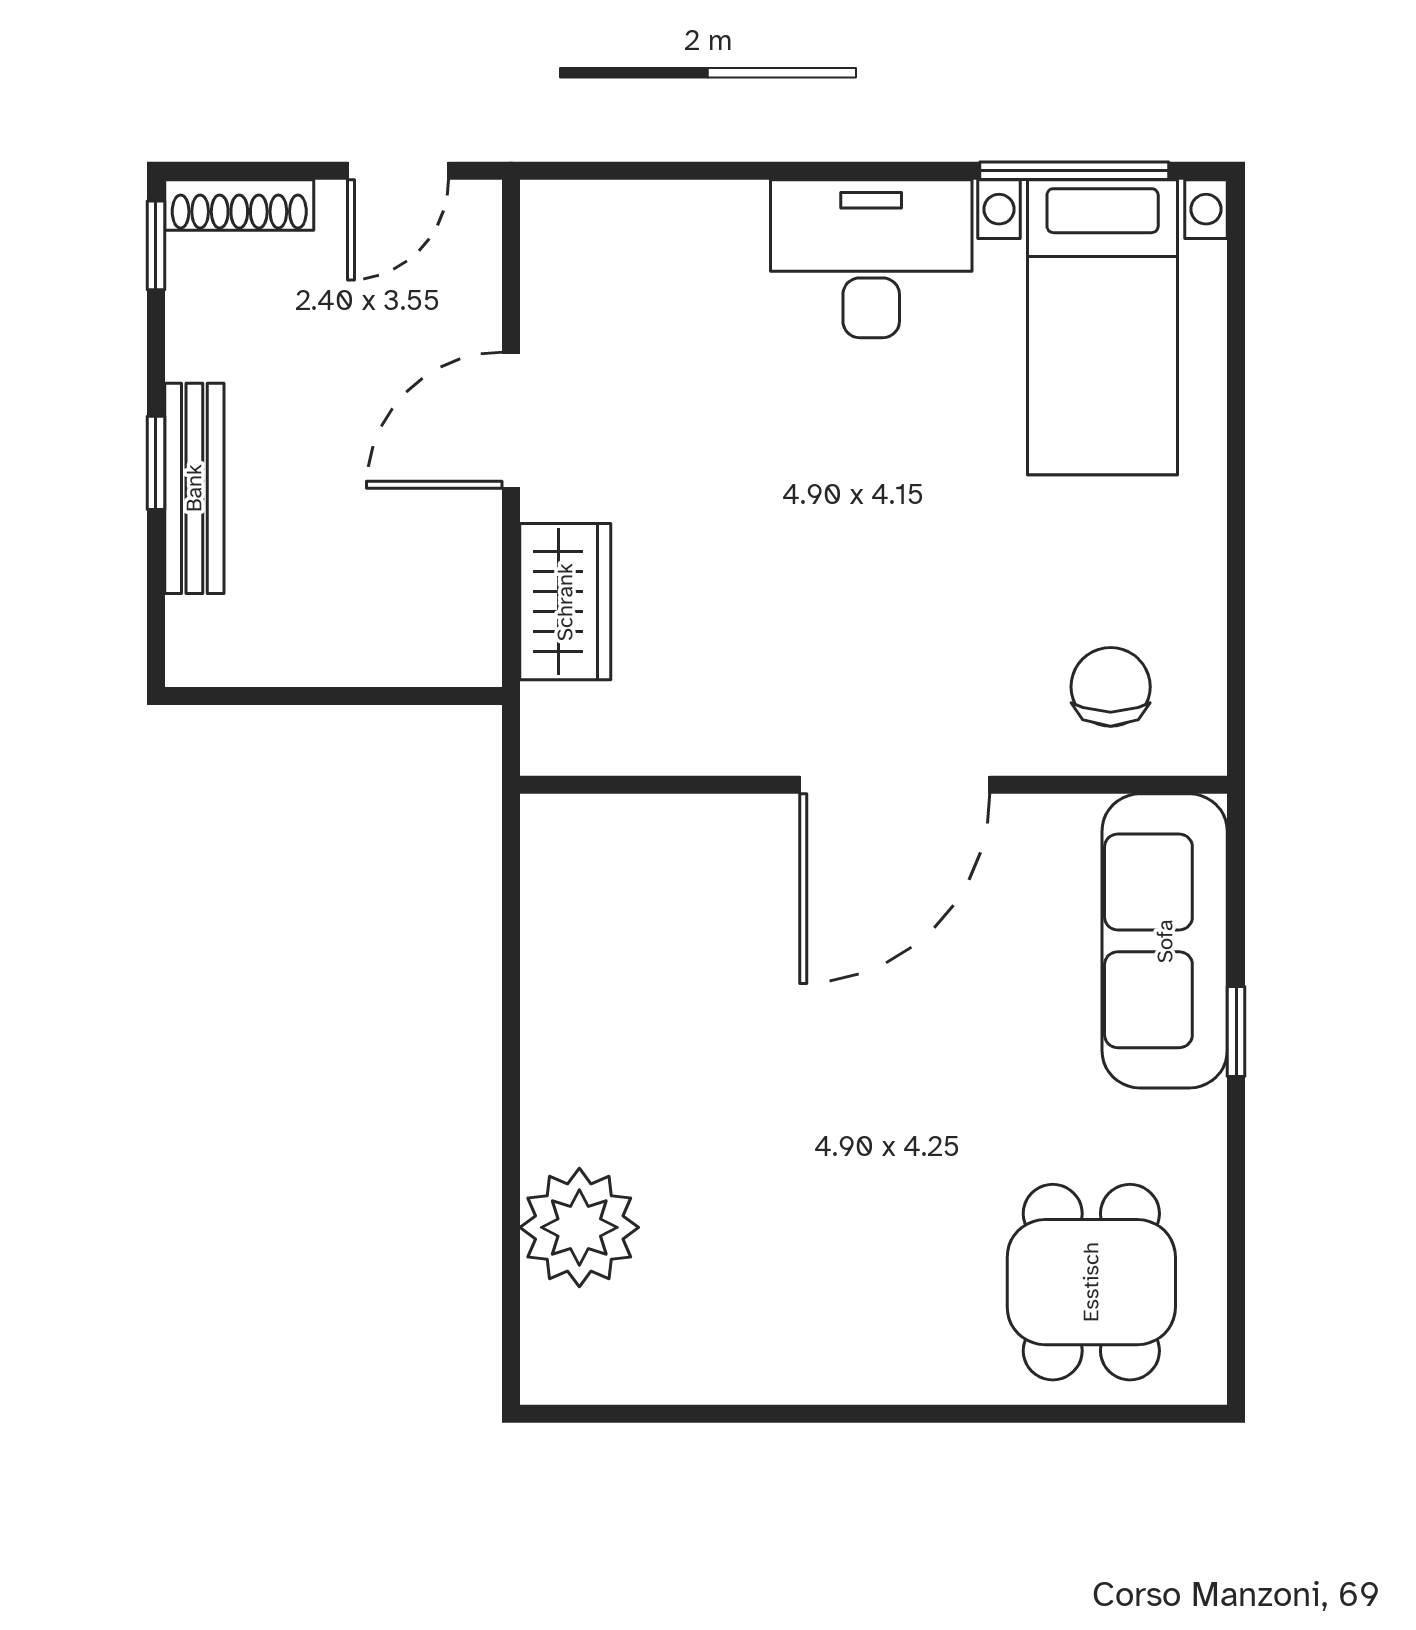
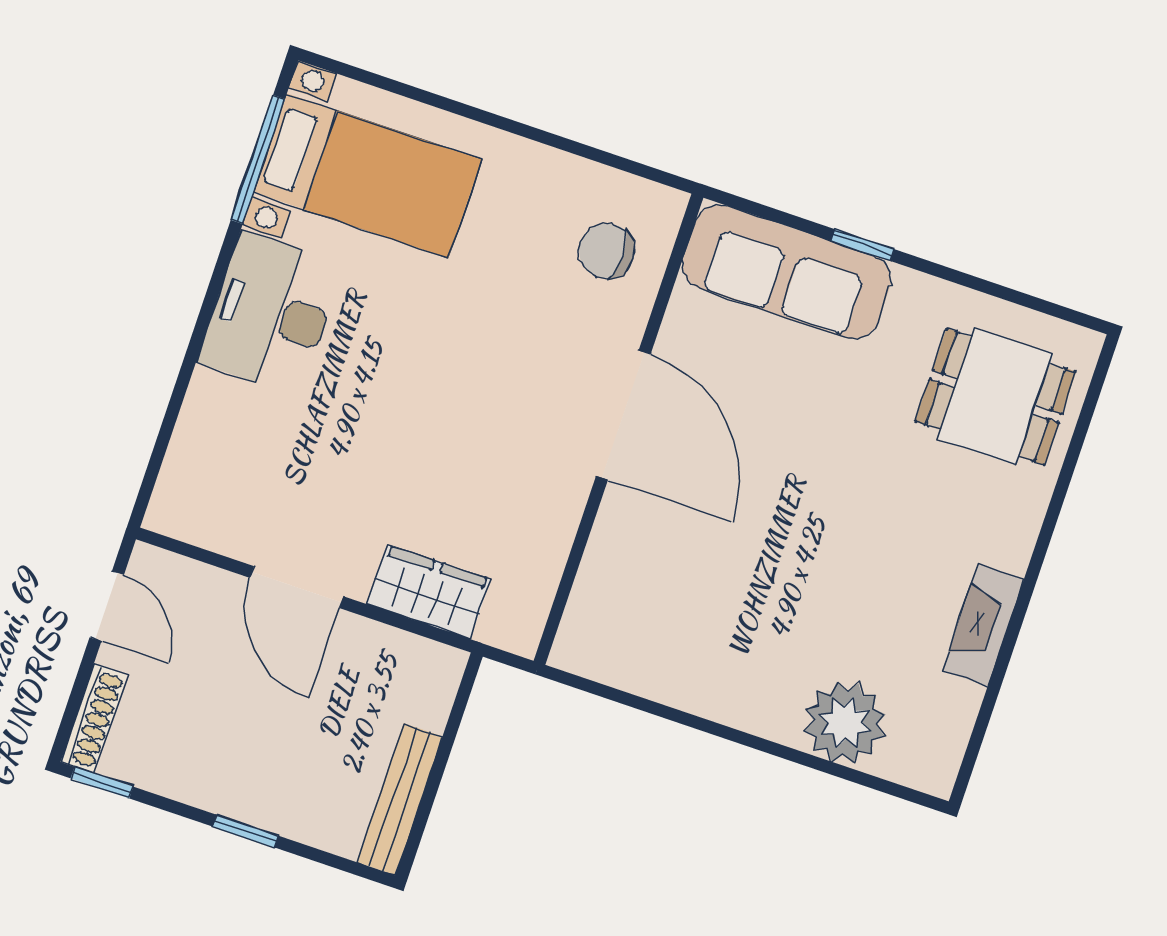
bench: (194, 488) -> (400, 799), moved, turned 90
fireplace: (775, 1370) -> (983, 625), added

